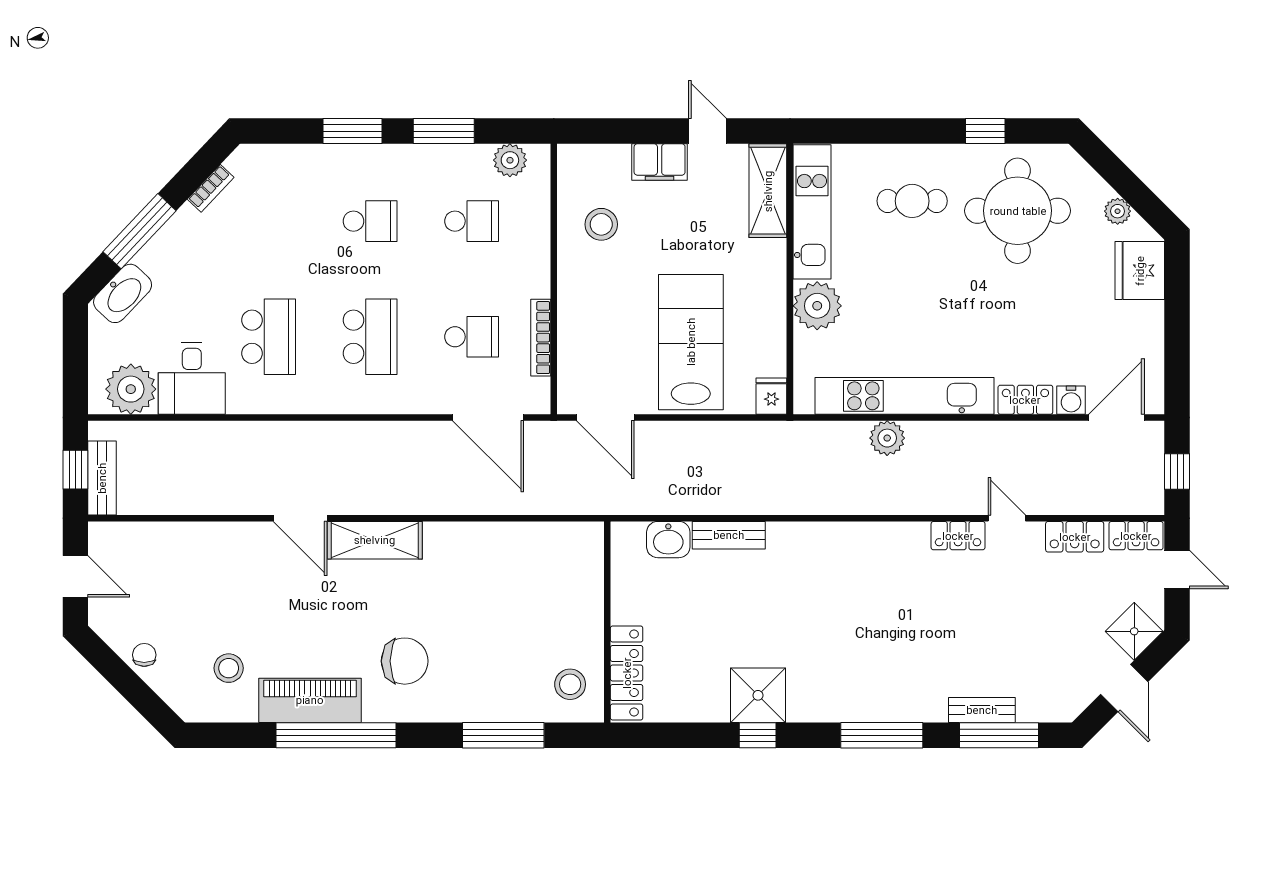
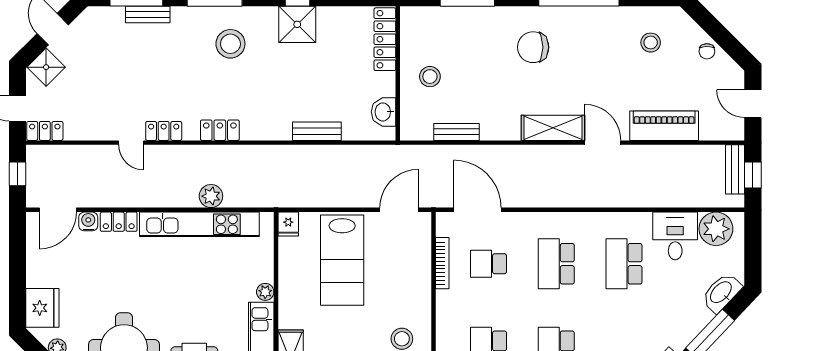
plant: (817, 306) -> (265, 292), width x0.53, depth x0.53
door: (605, 417) -> (399, 210), hinge flipped
bench: (519, 534) -> (457, 132), added
locker: (1075, 537) -> (220, 130), moved
washbasin: (668, 540) -> (384, 112), moved, turned -90
stool: (858, 666) -> (230, 44), added
stool: (570, 684) -> (430, 77), moved
piano: (310, 700) -> (664, 126), moved, turned 180

